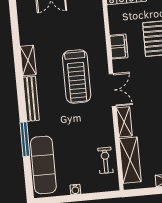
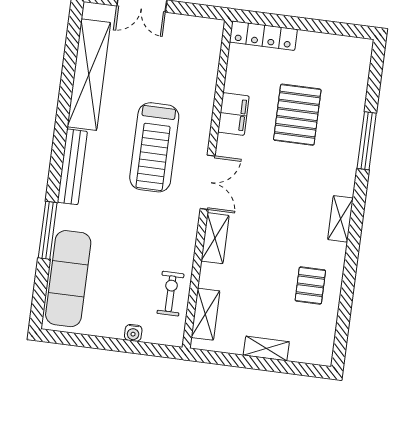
shelving: (28, 60) -> (89, 75), width x2.20, depth x1.33
shelving: (130, 160) -> (205, 314), width x0.67, depth x0.75
water cooler: (75, 189) -> (133, 333), moved

